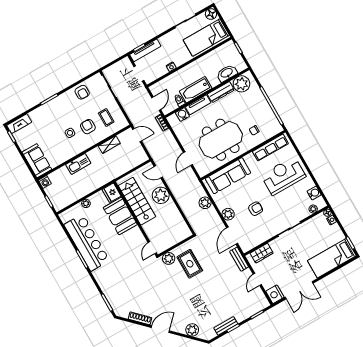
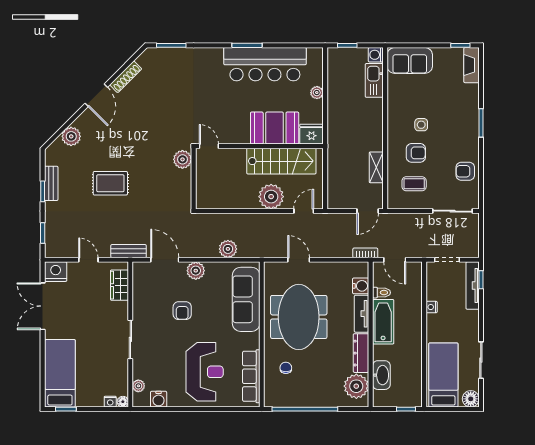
kitchen sink: (78, 164) -> (374, 80), moved
rug: (190, 264) -> (110, 183), moved

